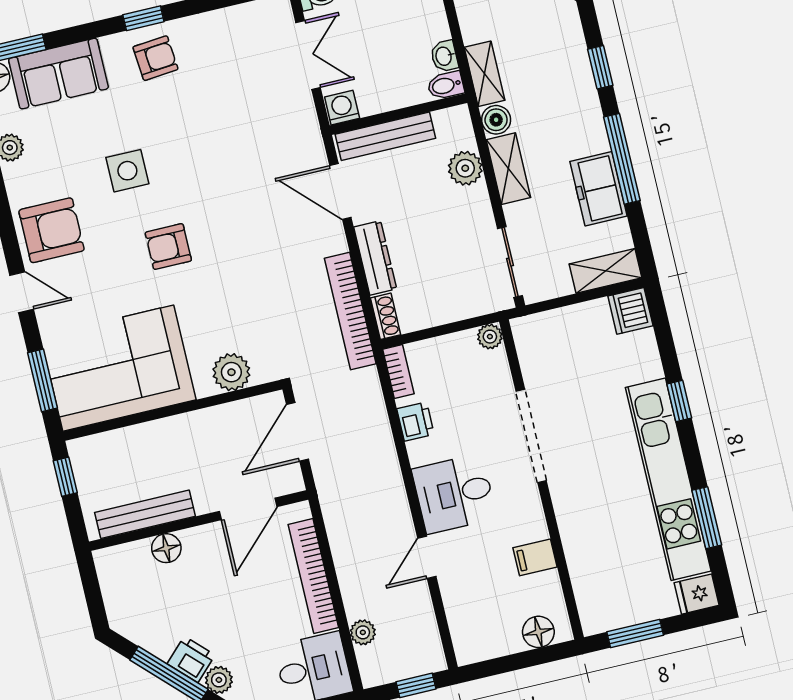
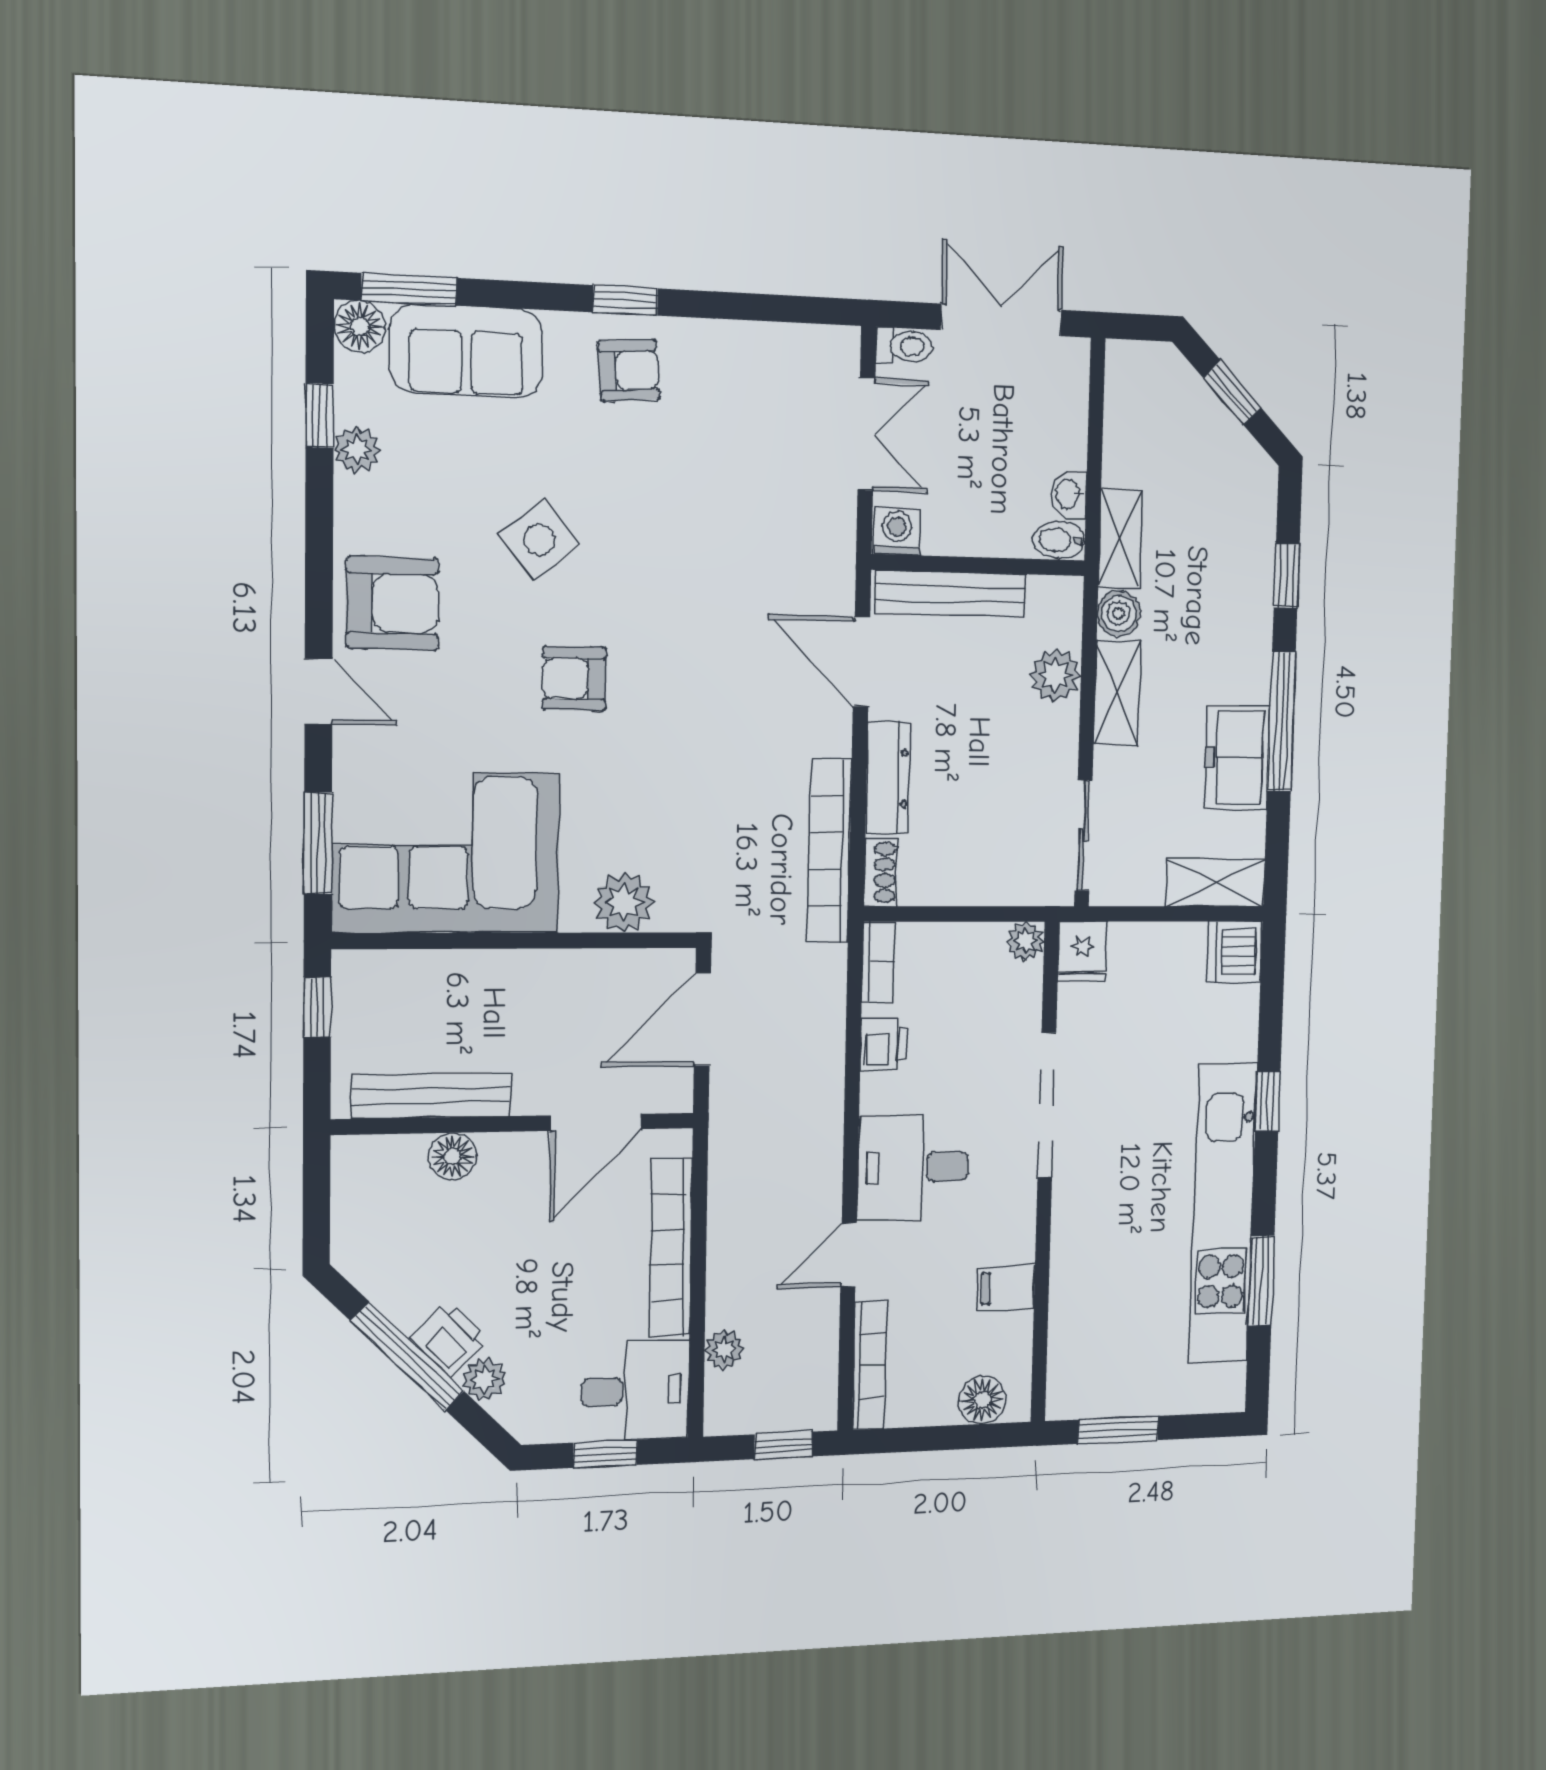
side table: (127, 171) -> (539, 540), turned -38
fridge: (697, 594) -> (1082, 952), moved, turned -90
bookcase: (459, 624) -> (870, 1366), added

